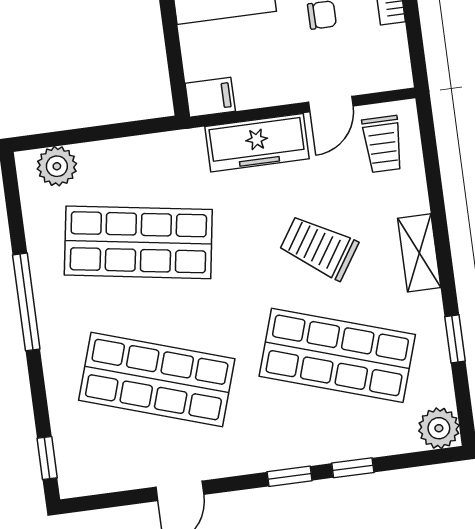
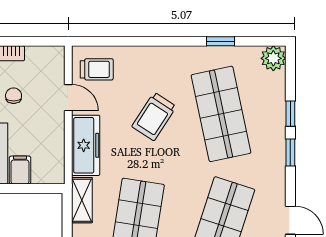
filing cabinet: (210, 97) -> (20, 170), moved
shelving: (419, 253) -> (82, 200), moved, turned 90
shop shelf: (337, 355) -> (221, 114), turned -30

